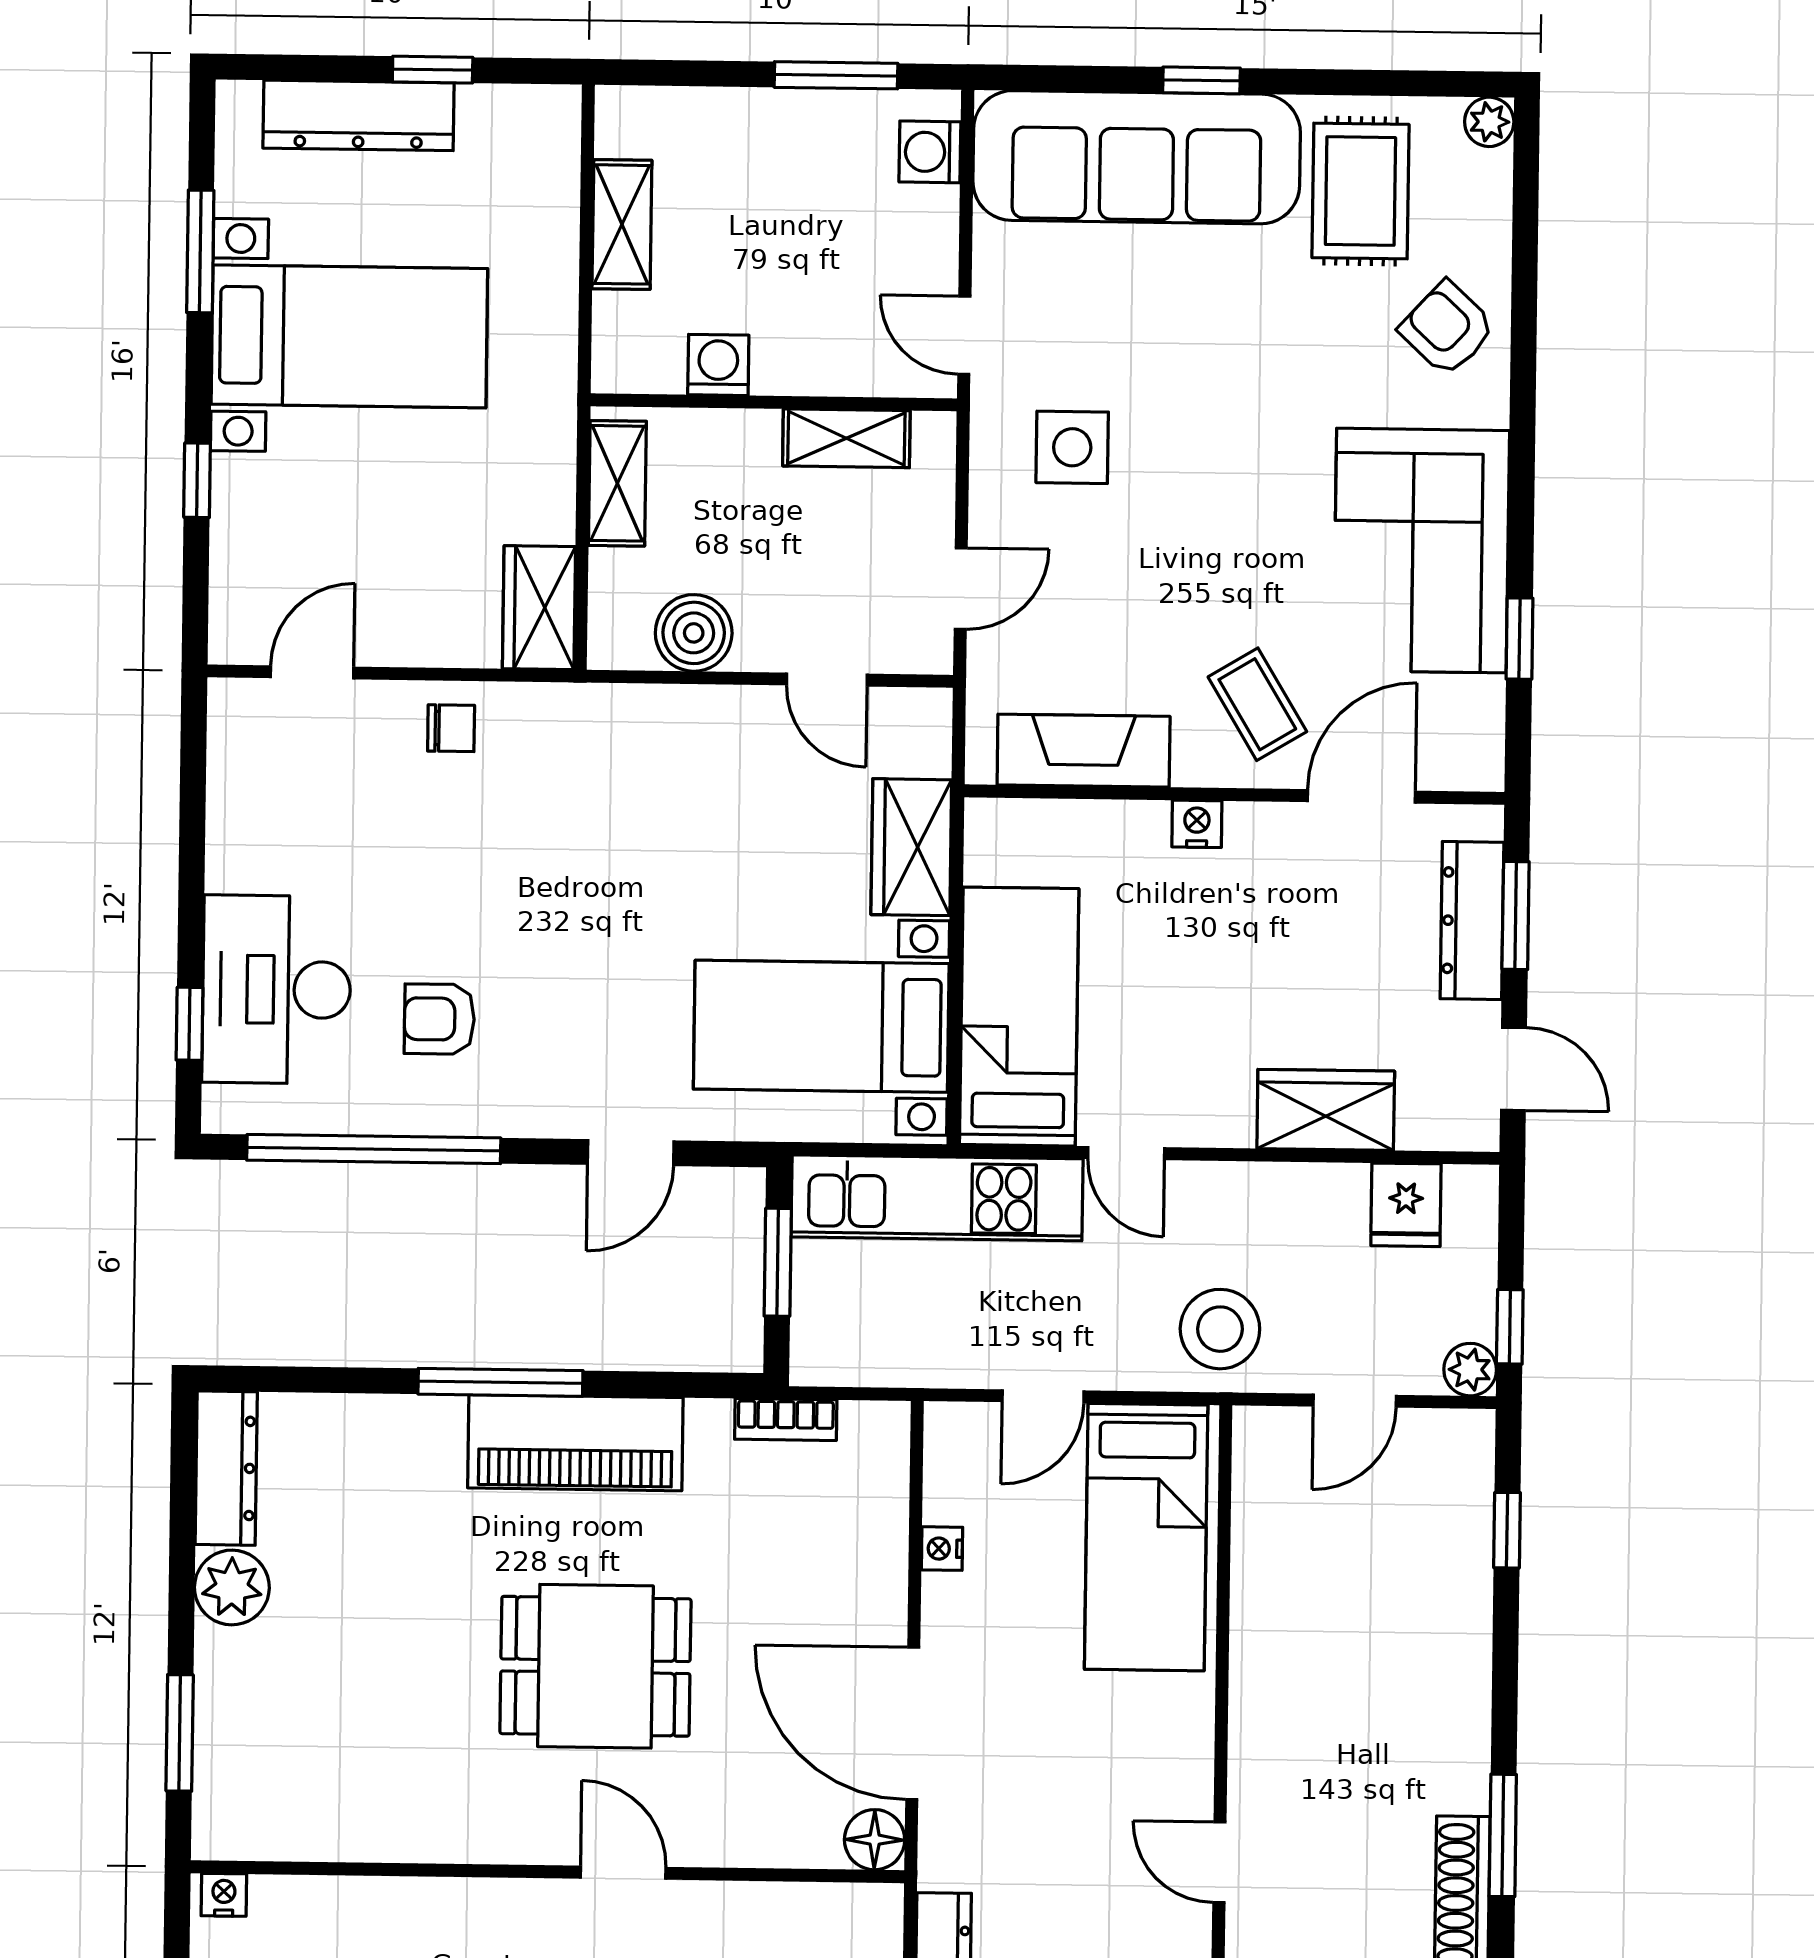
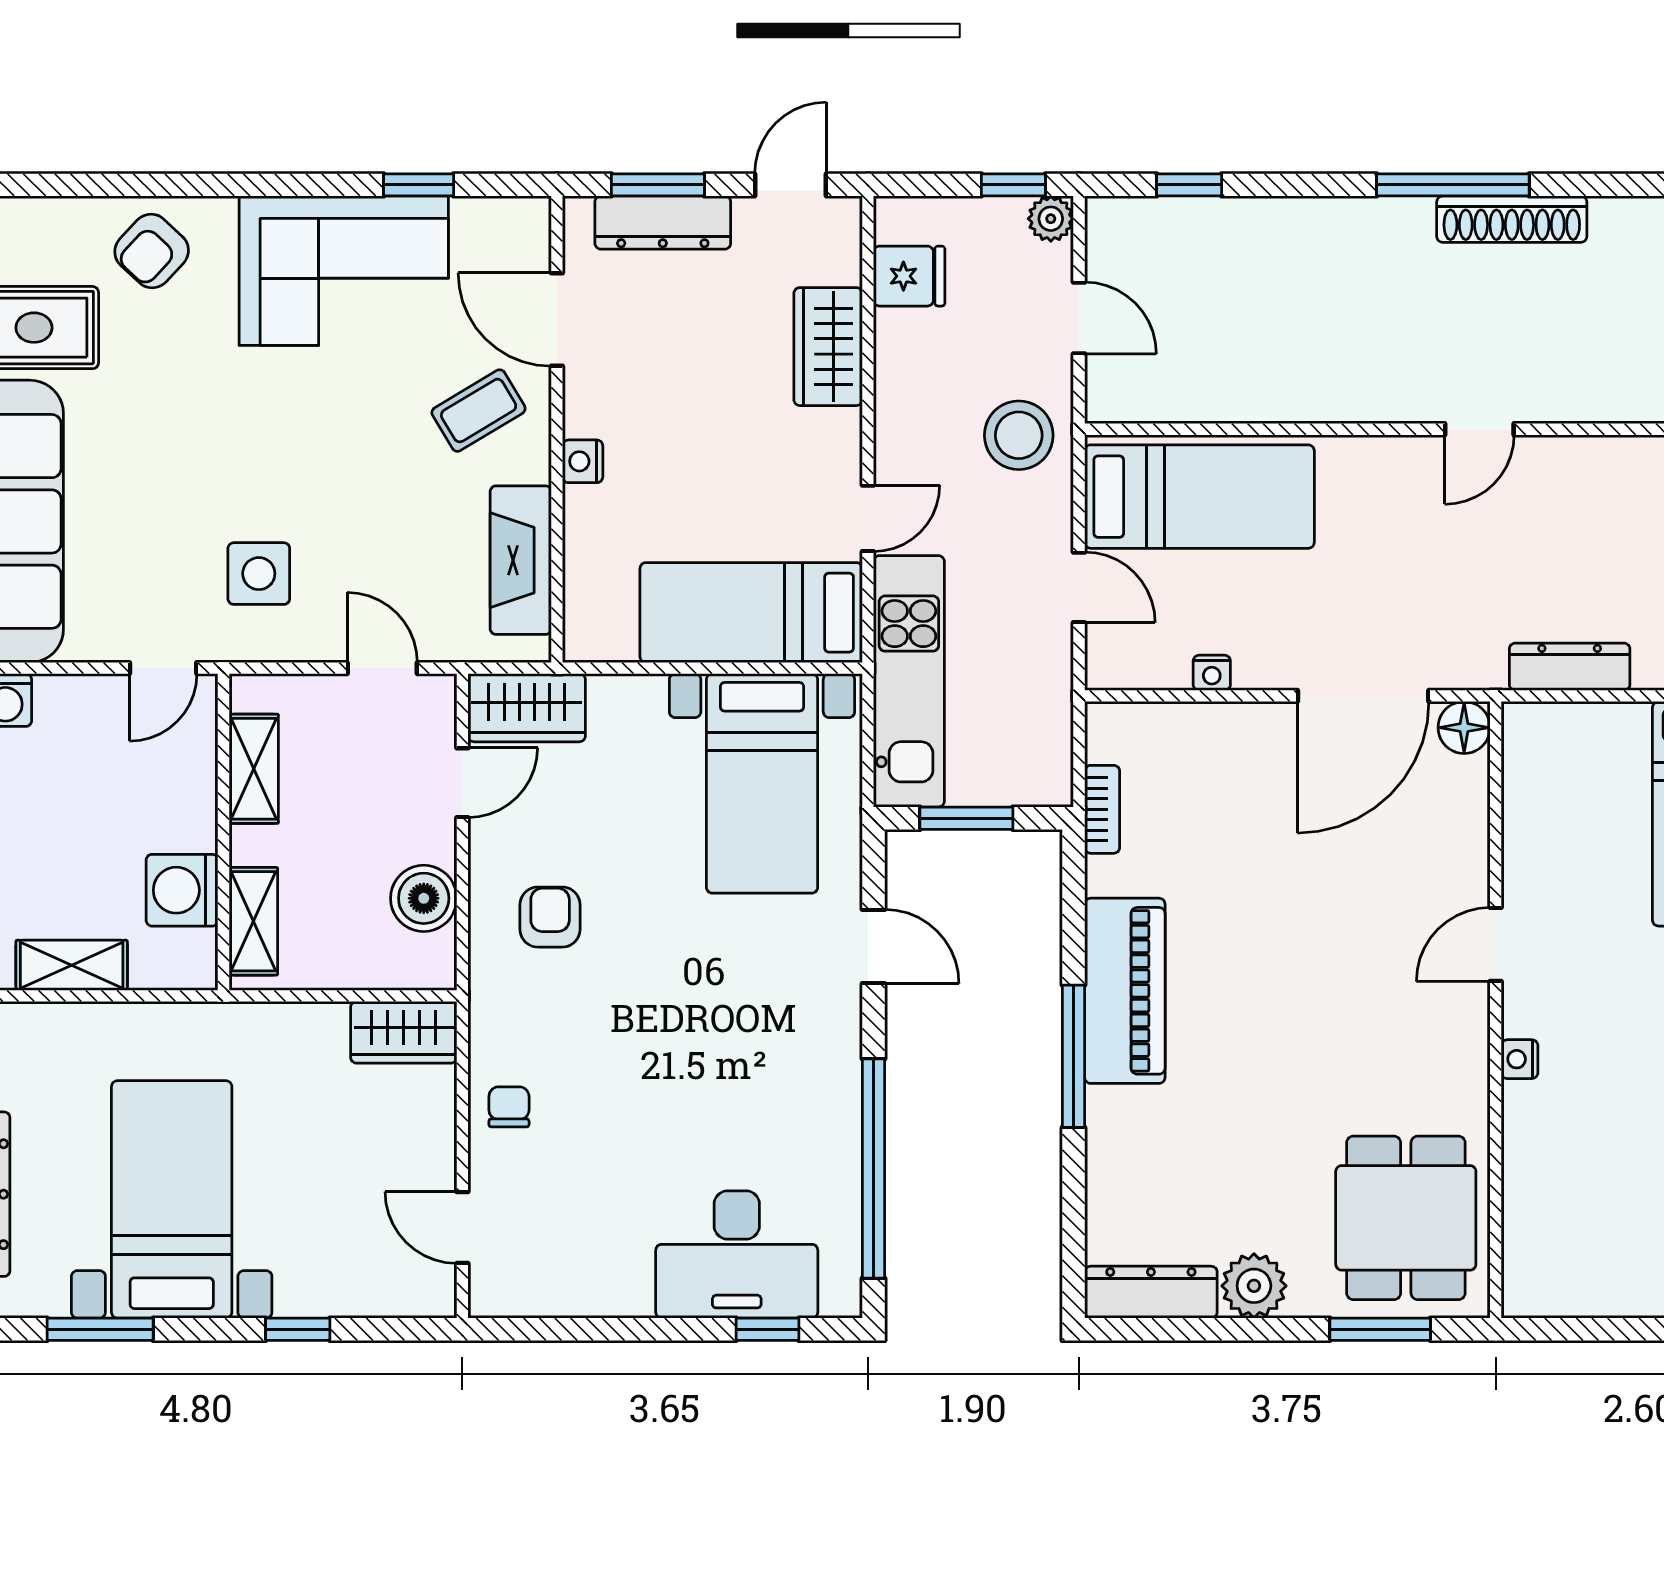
washing machine: (718, 365) -> (182, 890), width x1.38, depth x1.38
shelving: (617, 483) -> (253, 921), moved, turned 90
wardrobe: (911, 847) -> (527, 708), moved
armchair: (439, 1019) -> (550, 917), moved, turned 180
dining table: (595, 1666) -> (1406, 1218), moved
window: (1503, 1835) -> (1453, 185), width x1.44
nightstand: (224, 1895) -> (1520, 1059), moved

